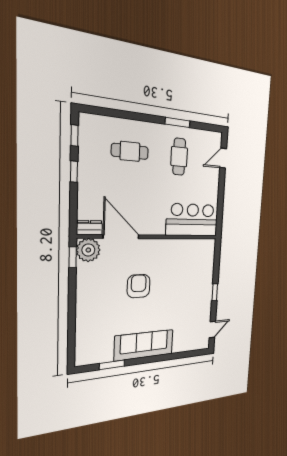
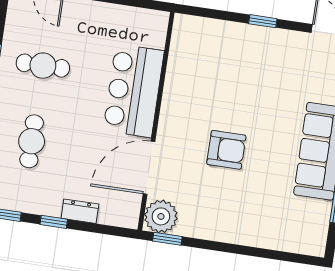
bar counter: (192, 220) -> (134, 91), moved
dresser: (89, 228) -> (80, 211), moved, turned 90
armchair: (139, 286) -> (226, 150), turned 180

